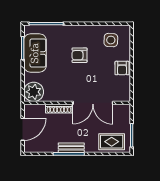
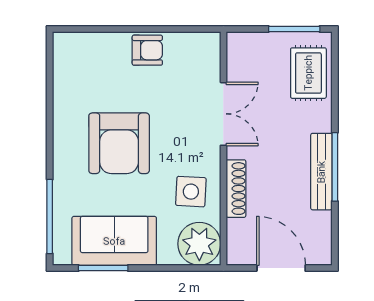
side table: (111, 40) -> (191, 192), moved
armchair: (80, 55) -> (119, 143), width x1.88, depth x1.88
double door: (93, 103) -> (223, 114), width x0.73
bench: (71, 148) -> (321, 172), width x1.36

